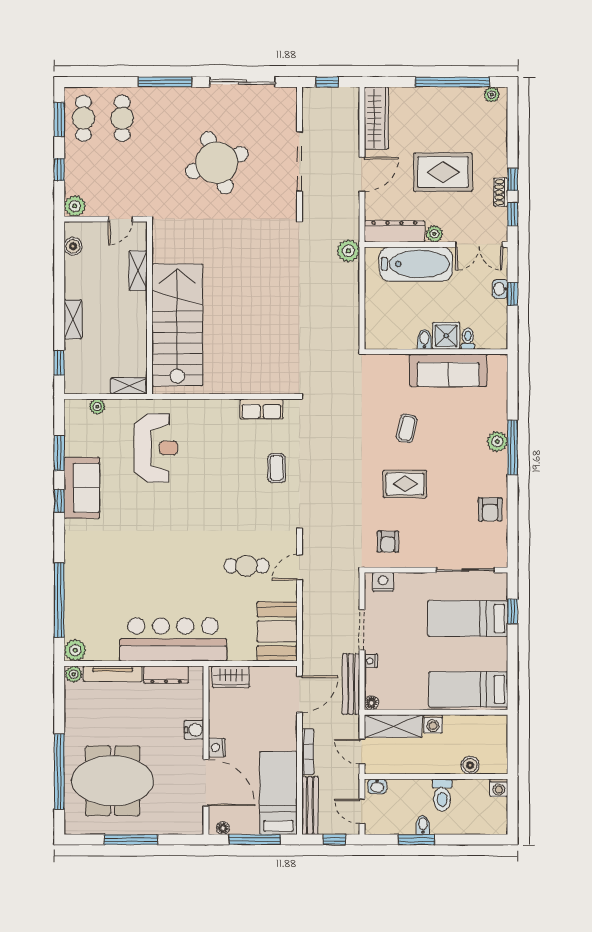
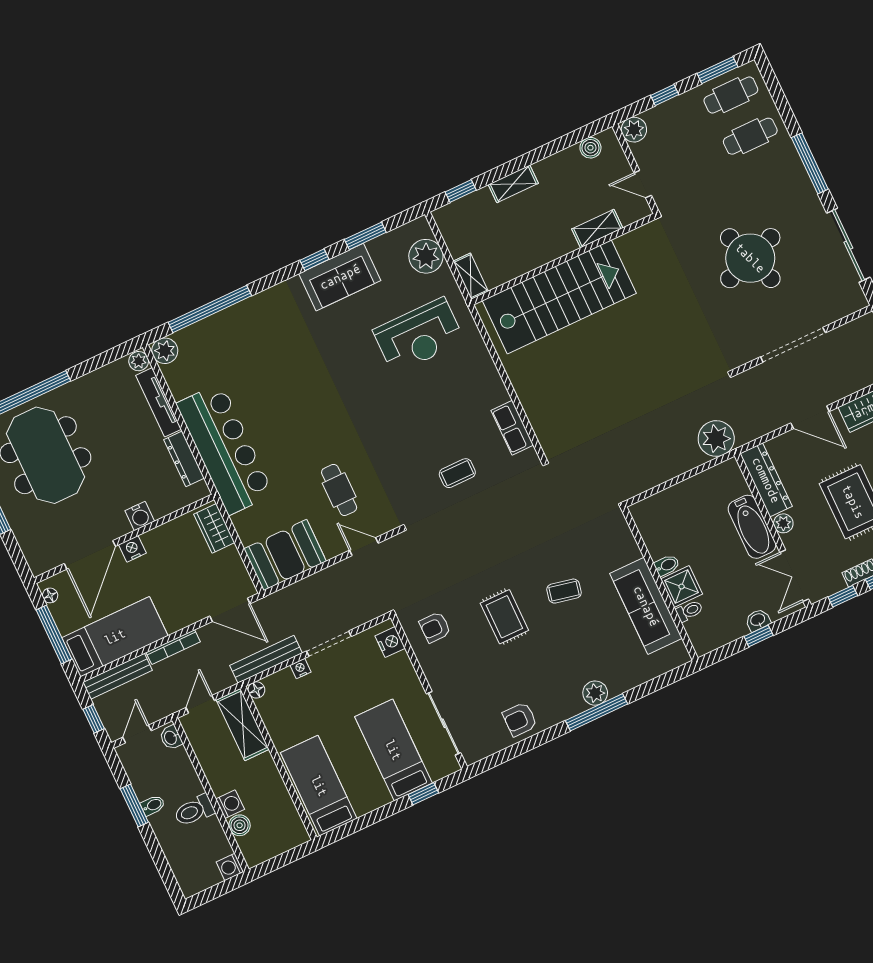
plant: (348, 251) -> (716, 439), width x1.36, depth x1.36
bathtub: (416, 264) -> (752, 527), width x0.73, depth x0.73
plant: (97, 407) -> (426, 256), width x1.87, depth x1.87
washing machine: (433, 724) -> (230, 804), moved, turned 180

